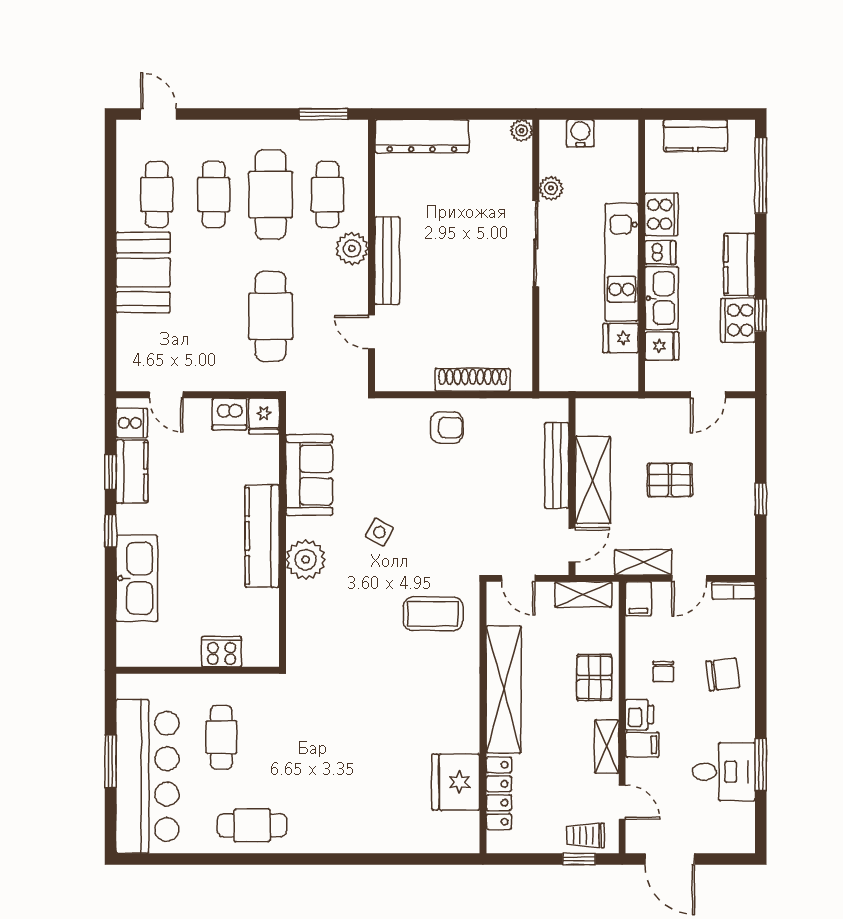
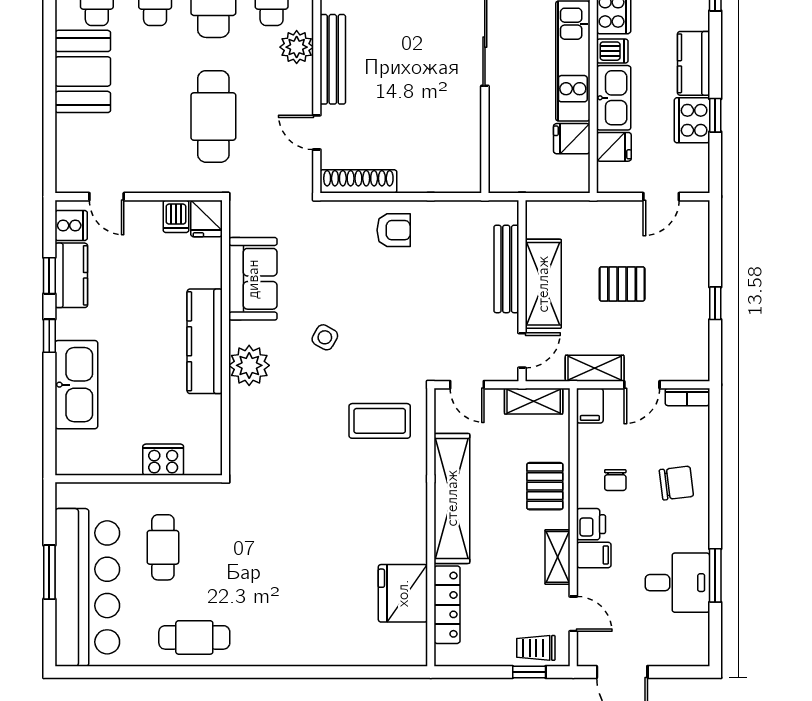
shoe rack: (473, 380) -> (358, 181), moved
dishwasher: (229, 414) -> (176, 216), width x0.73

